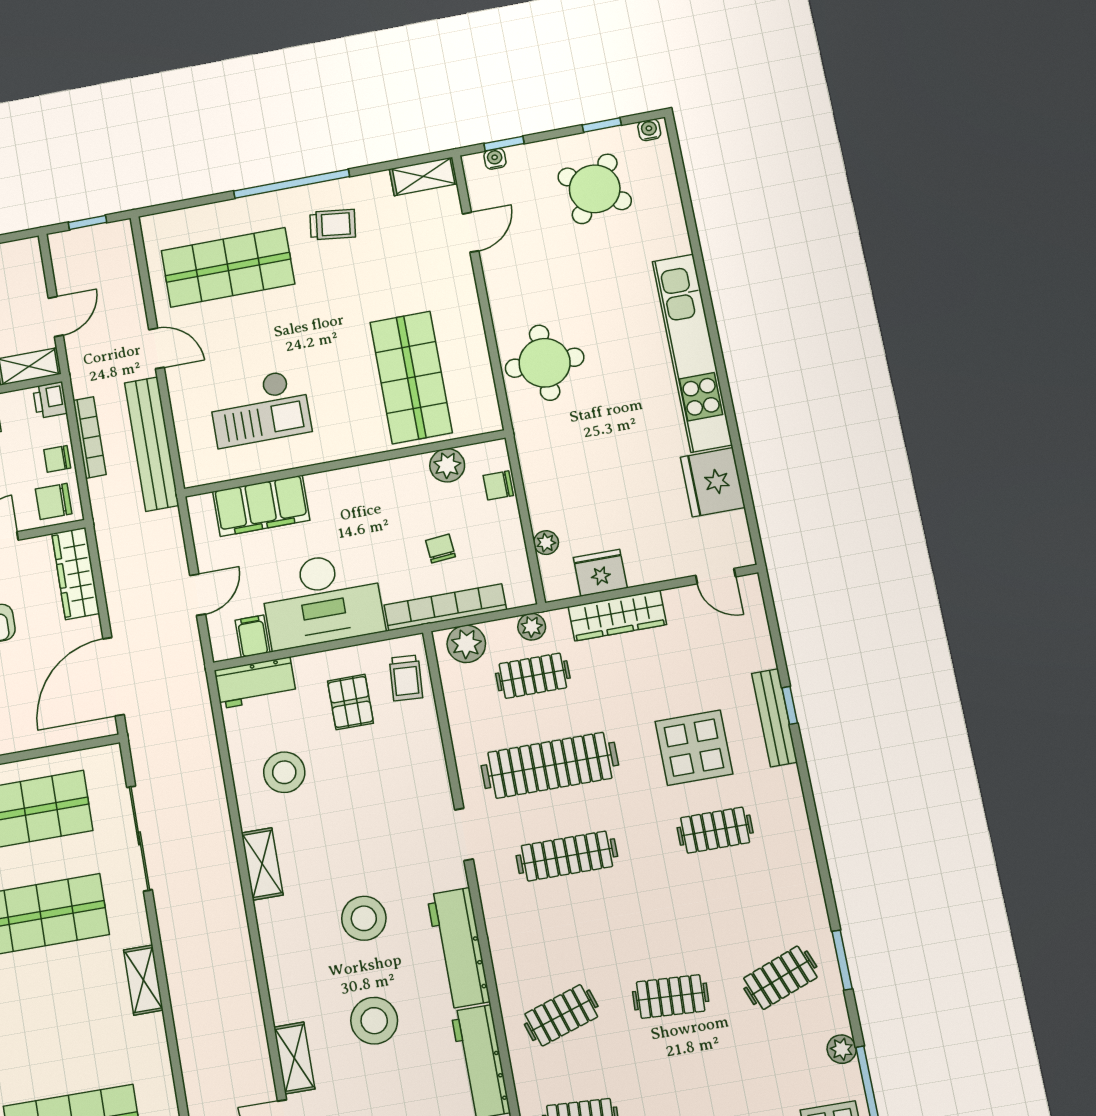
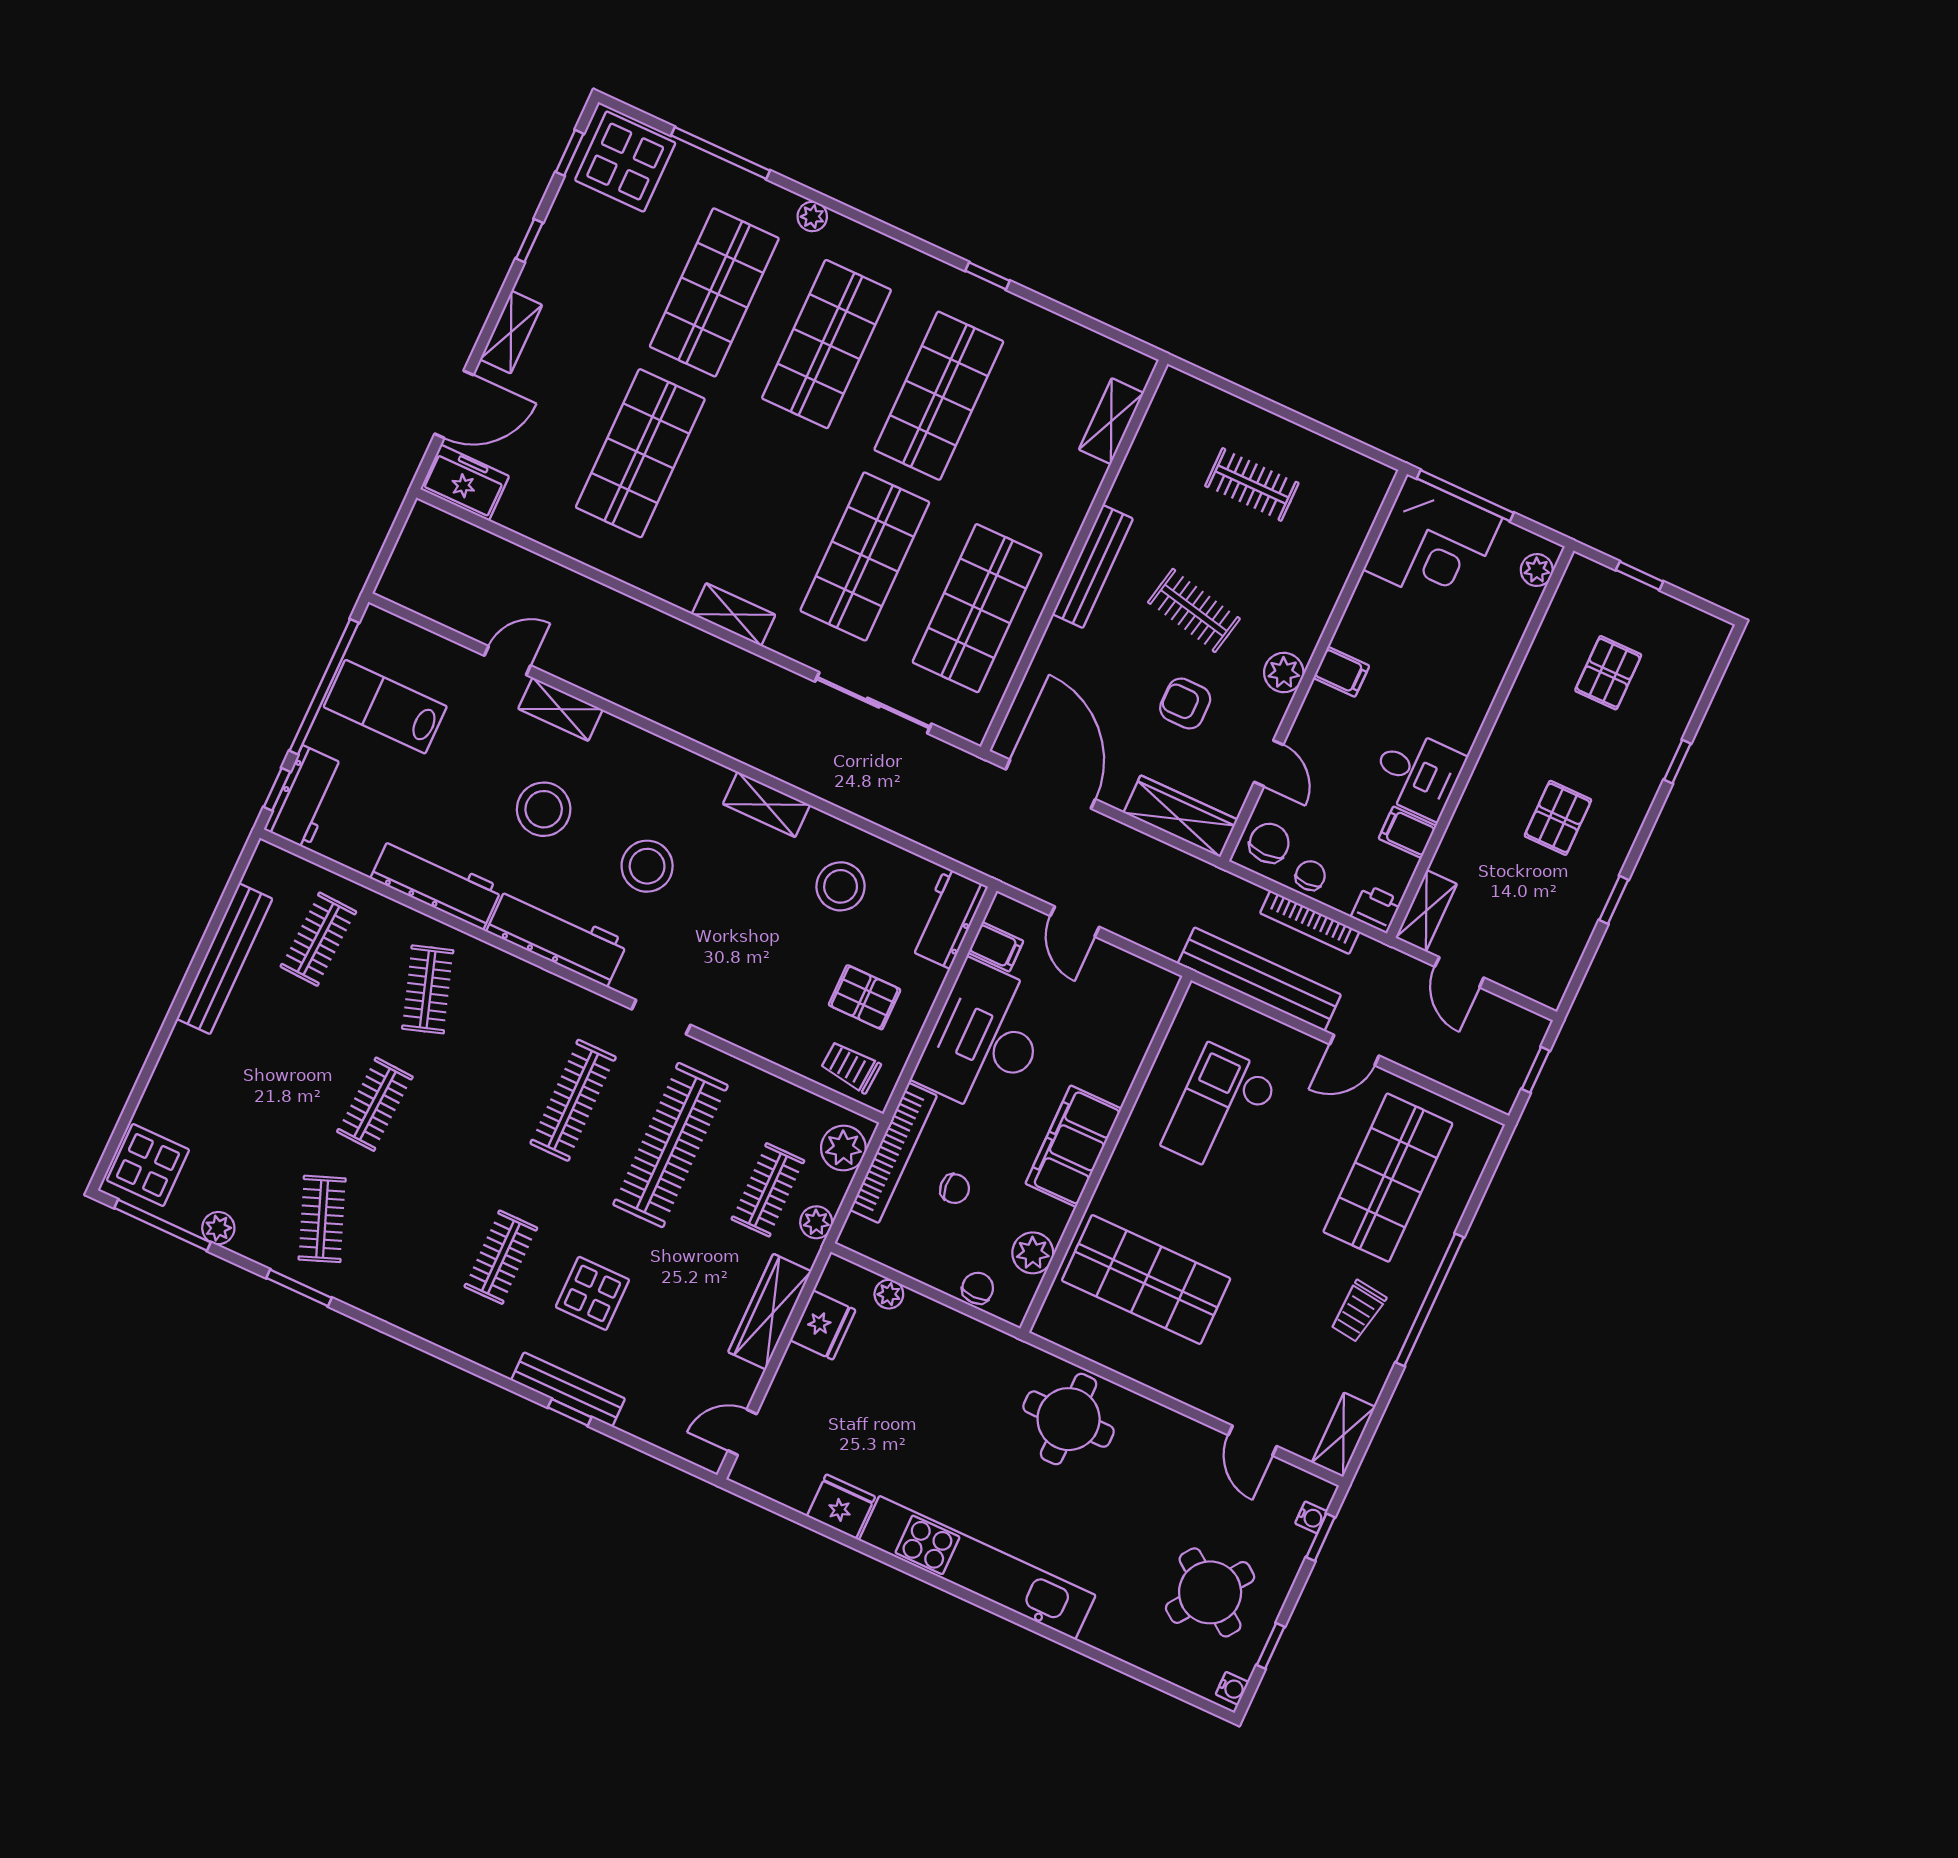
fridge: (713, 482) -> (841, 1507), width x0.73, depth x0.75
filing cabinet: (261, 506) -> (1073, 1146), moved
display table: (694, 748) -> (592, 1293), width x0.73, depth x0.73

